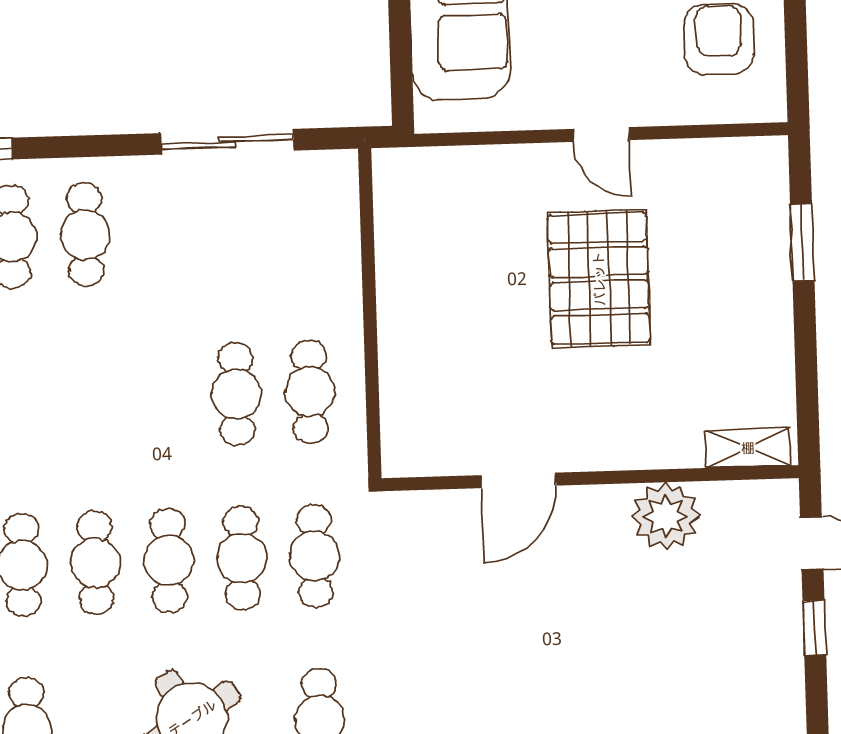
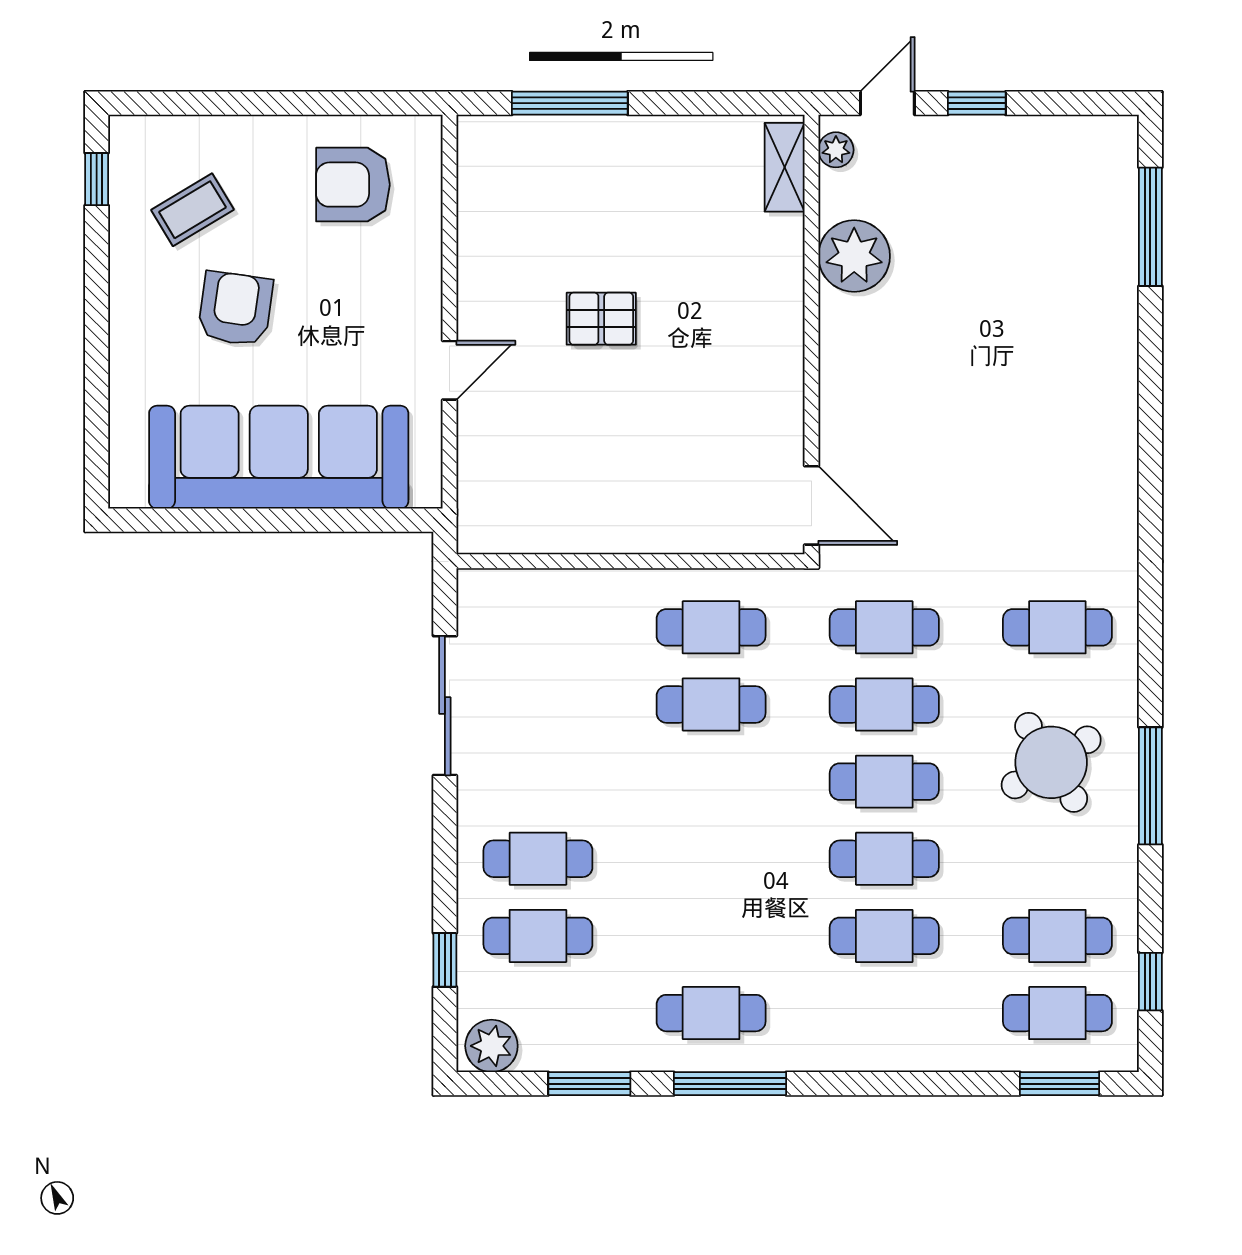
door: (601, 134) -> (449, 370), moved
window: (802, 242) -> (570, 103), width x1.44
pallet: (599, 279) -> (601, 319), width x0.49, depth x0.50
door: (519, 480) -> (811, 505), moved
plant: (766, 496) -> (836, 150), added

